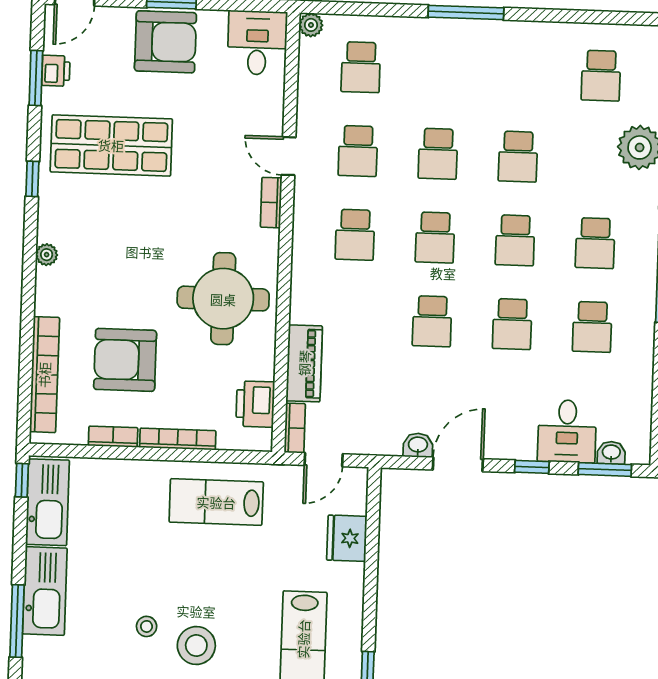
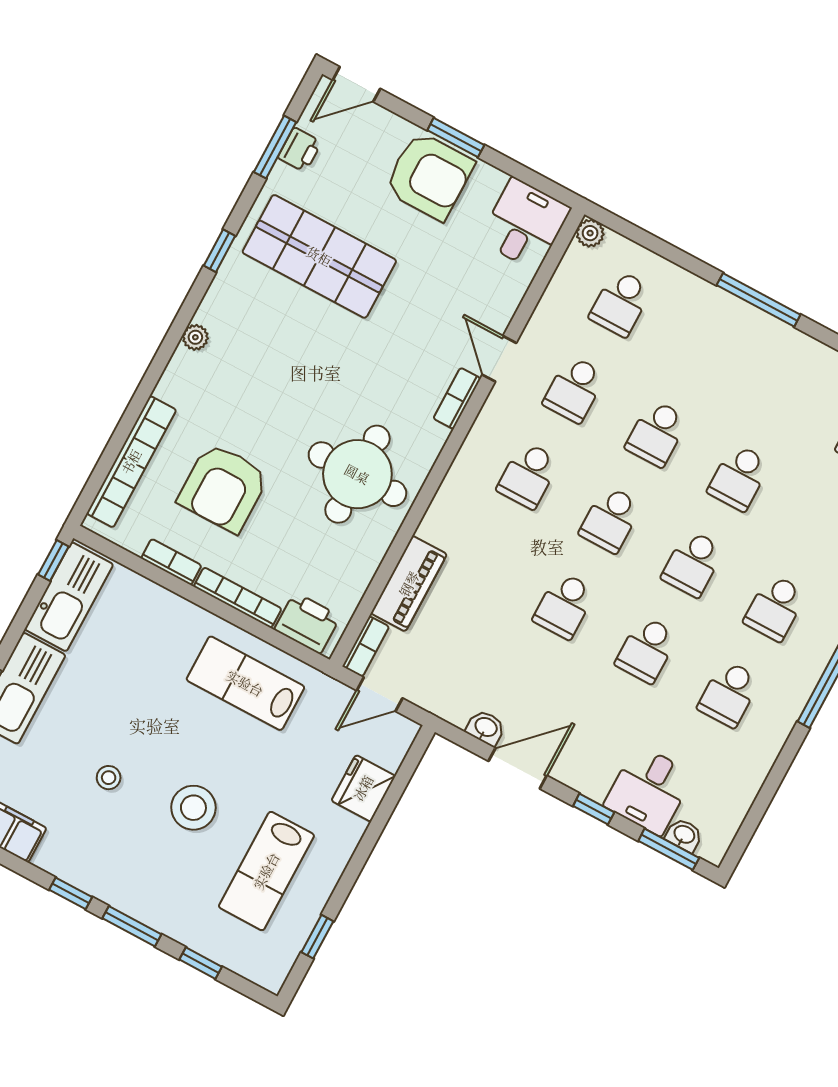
armchair: (125, 360) -> (223, 488), turned -90
printer: (255, 404) -> (307, 623), moved, turned 90
stool: (196, 645) -> (193, 808), moved

